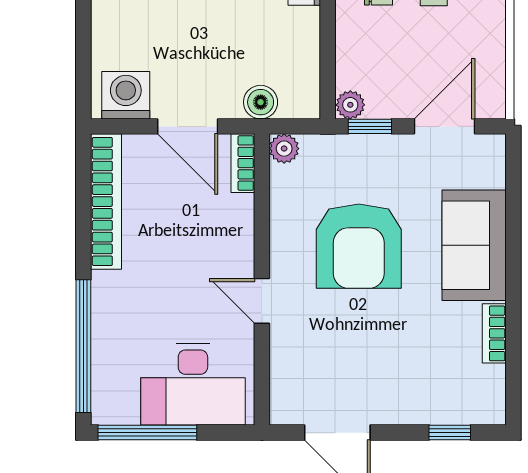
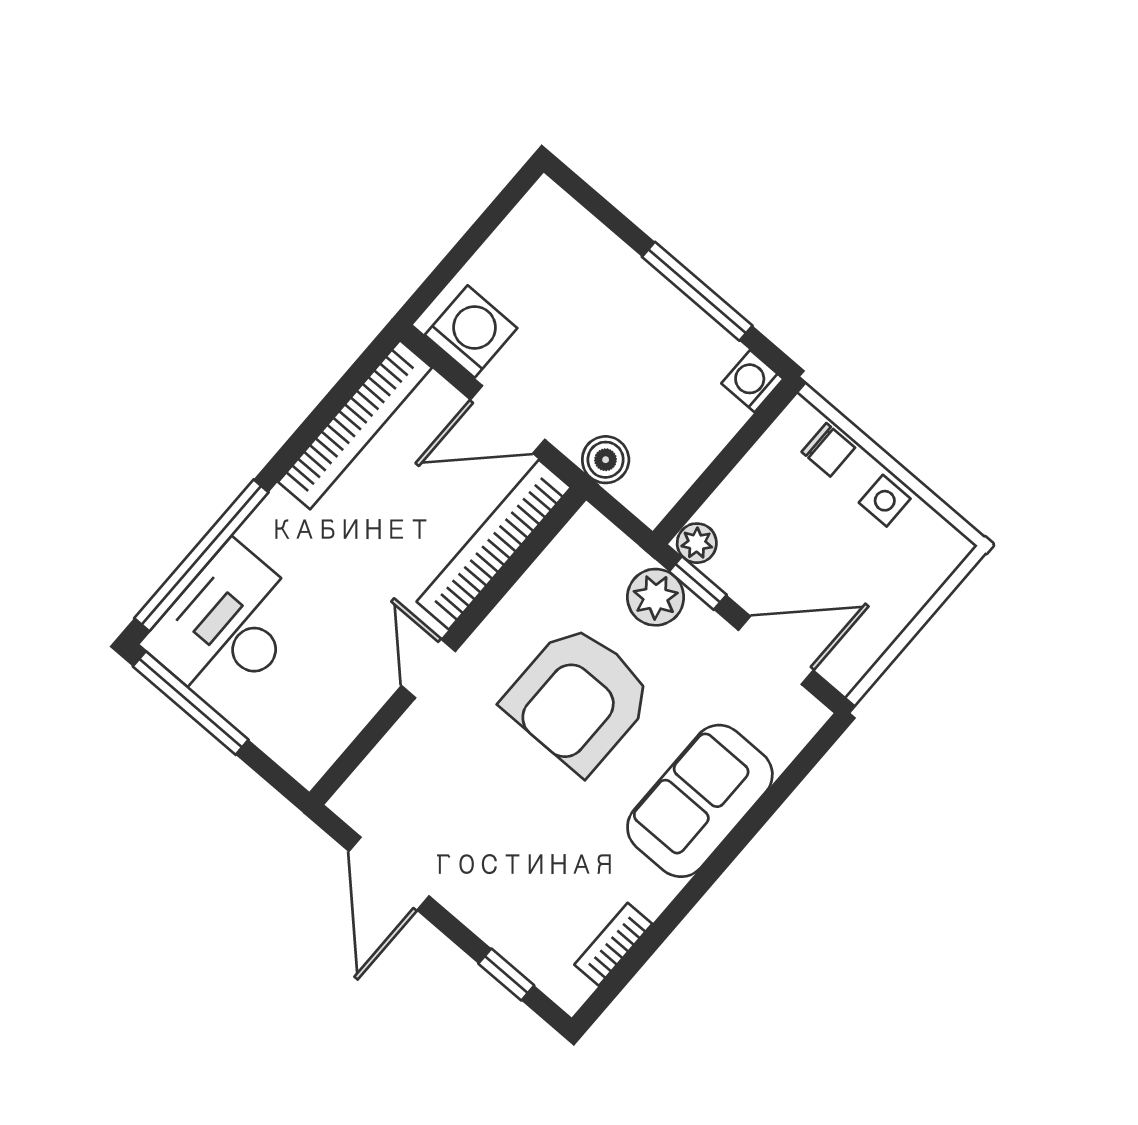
door: (188, 126) -> (508, 420), hinge flipped
plant: (284, 149) -> (656, 597), moved, width x1.38, depth x1.38
bookcase: (243, 163) -> (494, 545), width x2.31, depth x1.31
bookcase: (494, 333) -> (613, 944), moved
desk: (193, 384) -> (228, 627), moved, turned 90

